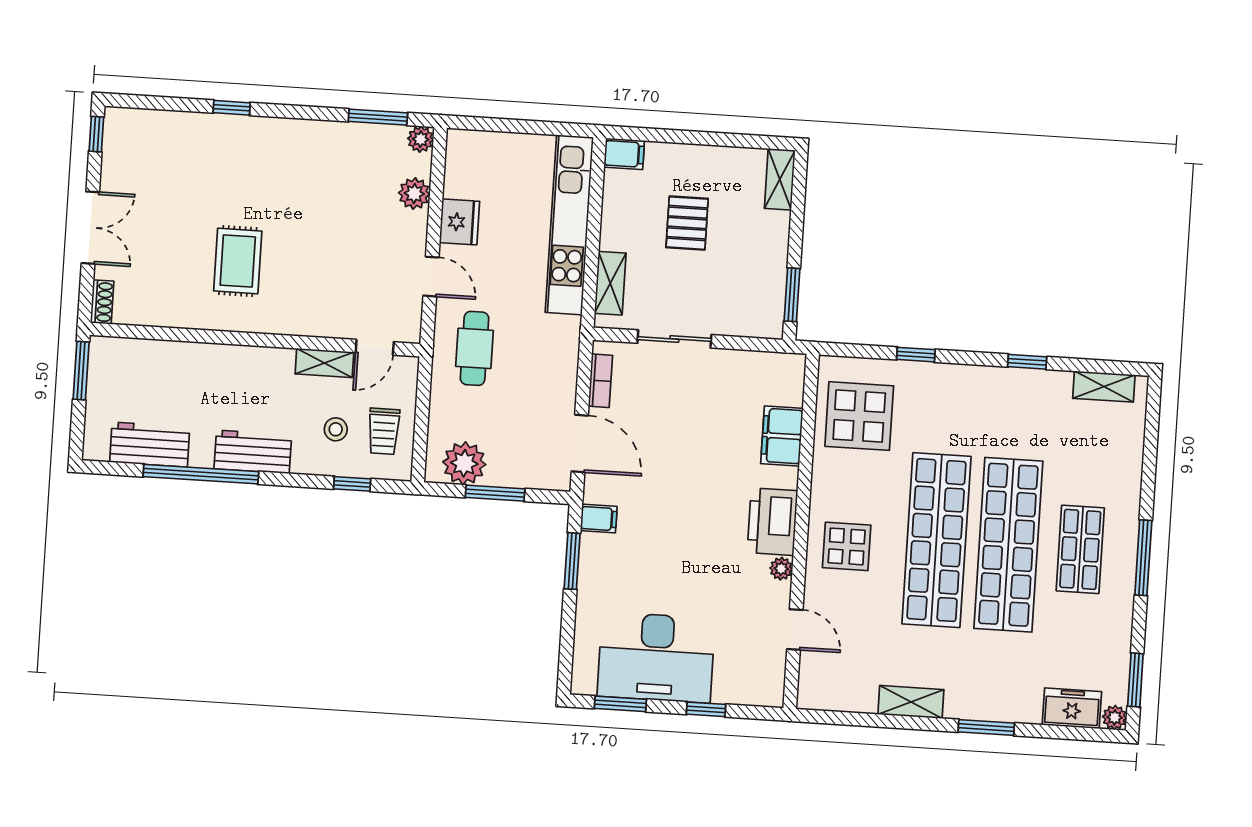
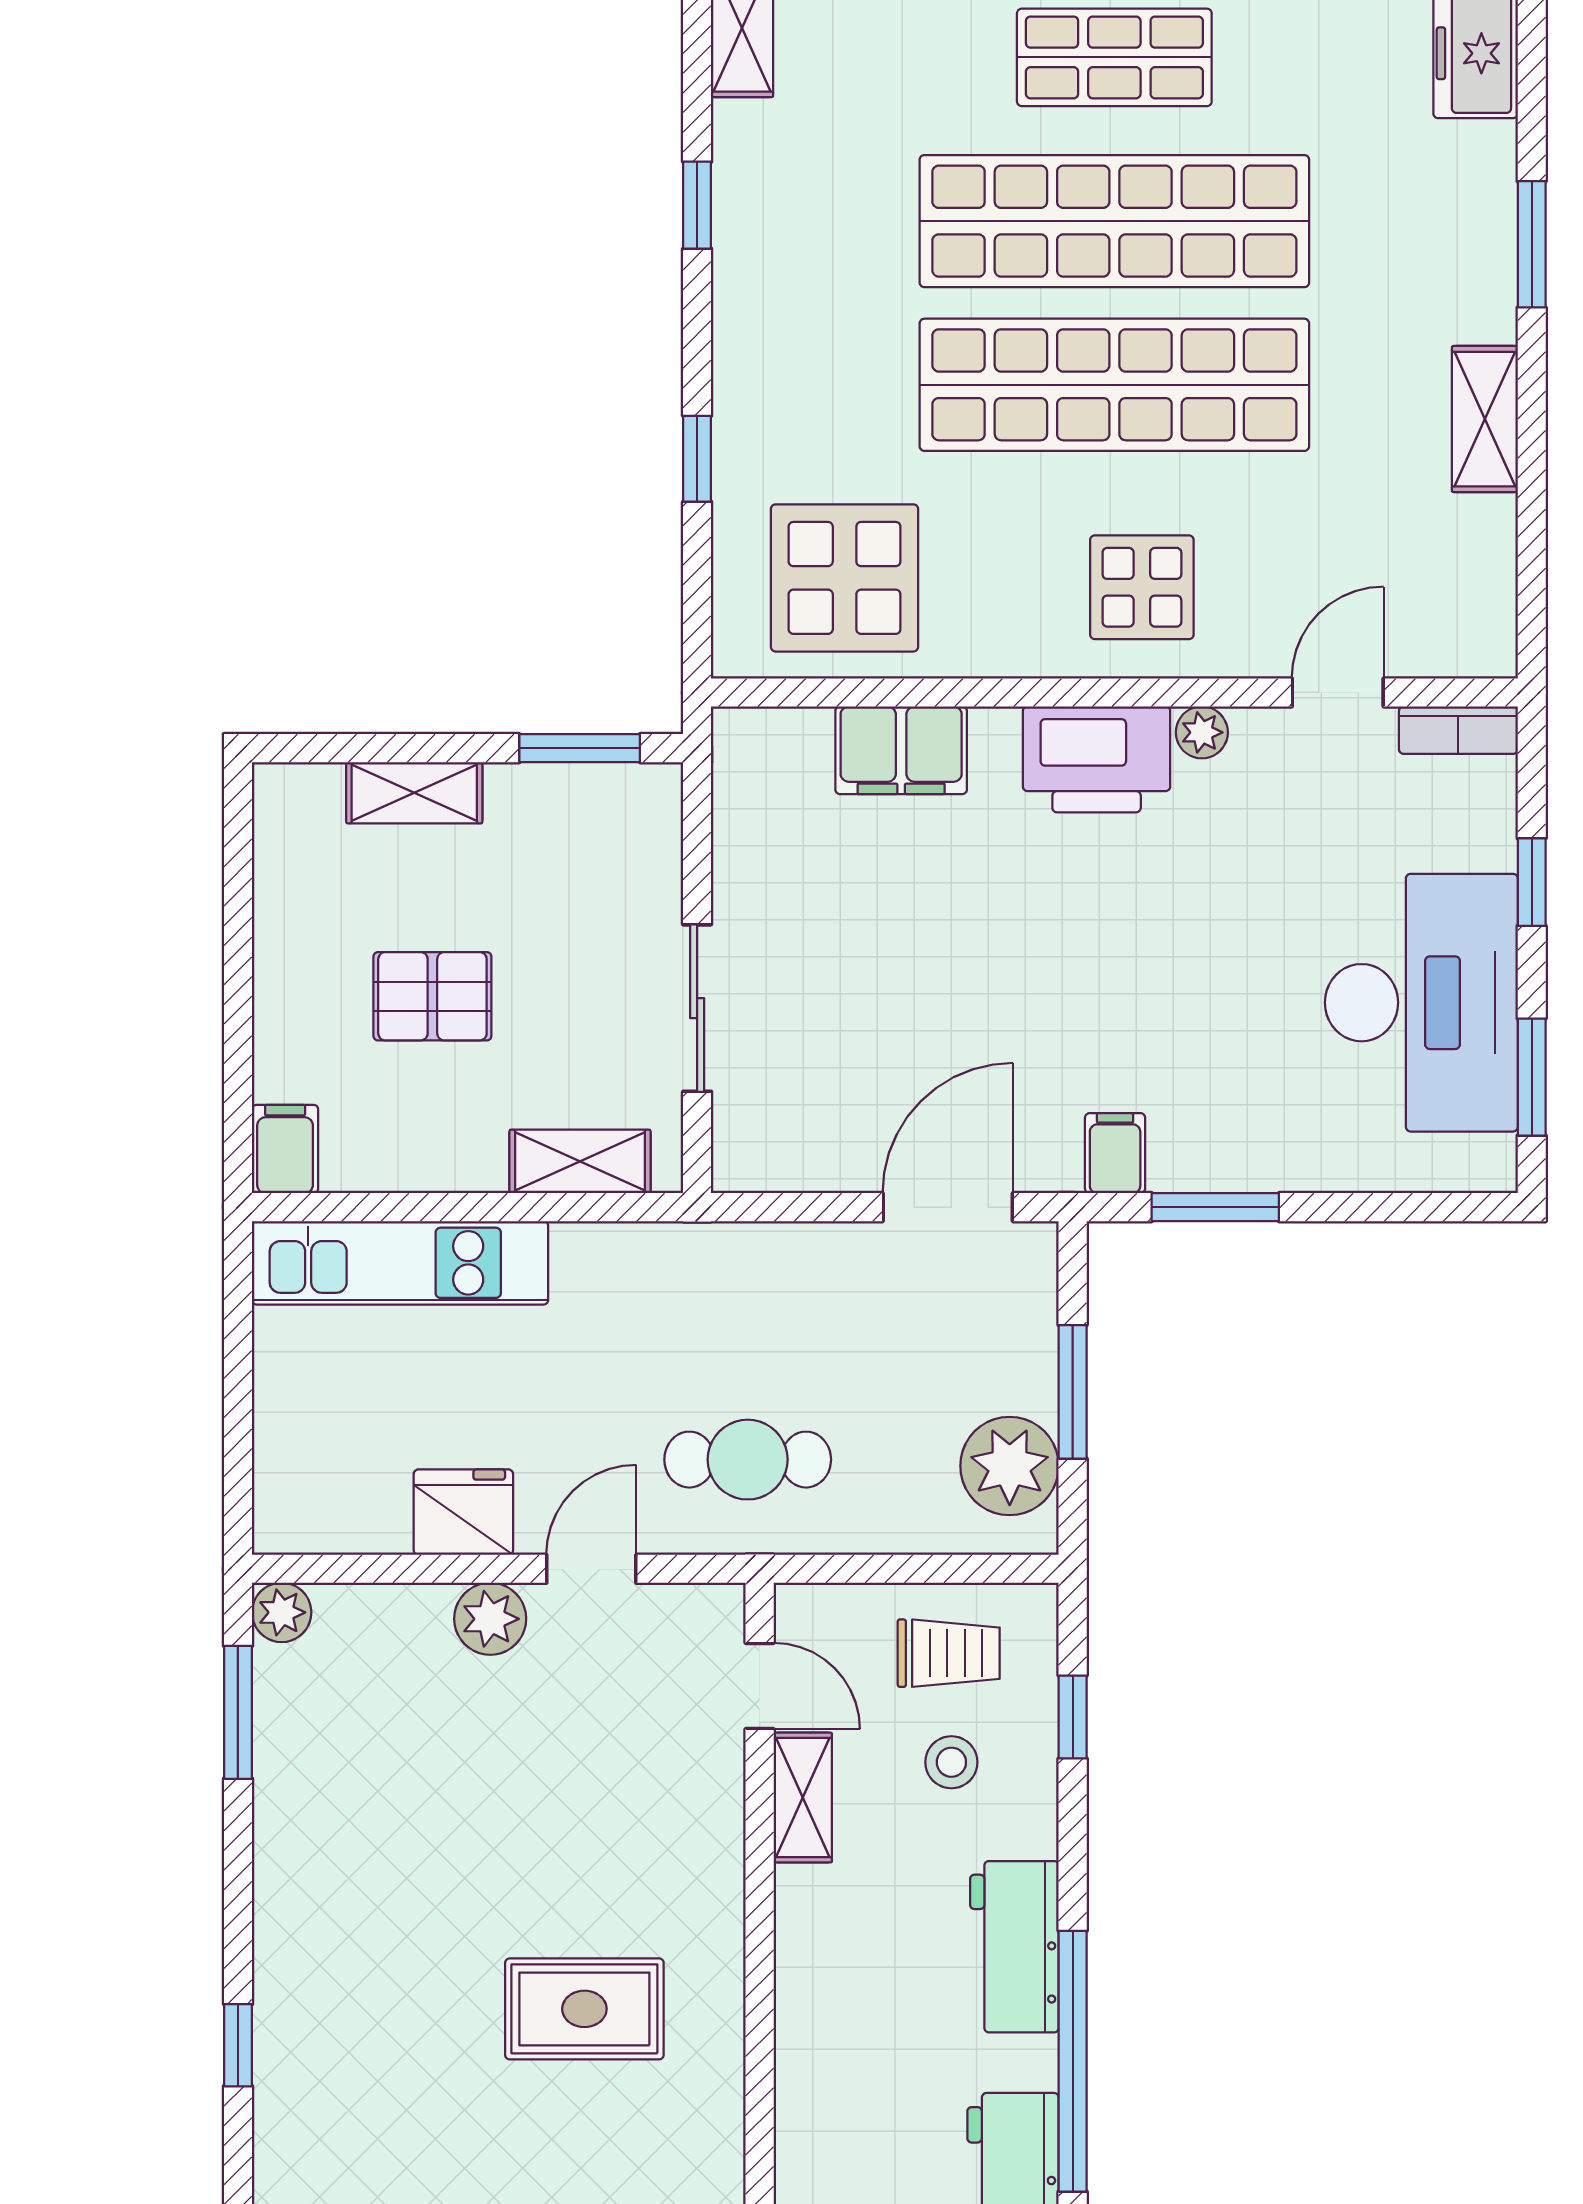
shelving: (780, 179) -> (414, 793), moved
plant: (414, 194) -> (490, 1619), moved
kitchen unit: (569, 225) -> (400, 1263), width x0.73
bookcase: (600, 381) -> (1458, 730), moved, turned 180

